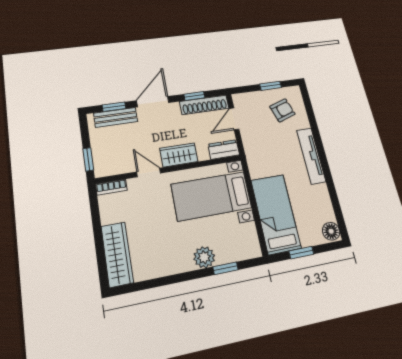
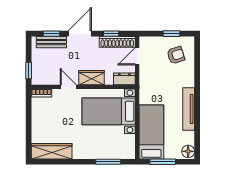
tv unit: (311, 156) -> (189, 109), moved
window: (301, 253) -> (163, 162), width x1.50
wardrobe: (117, 254) -> (52, 151), moved, turned -90
plant: (204, 257) -> (95, 152), removed
window: (226, 268) -> (108, 162), width x1.50

